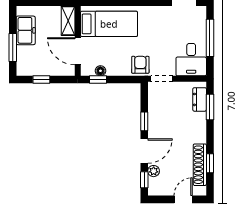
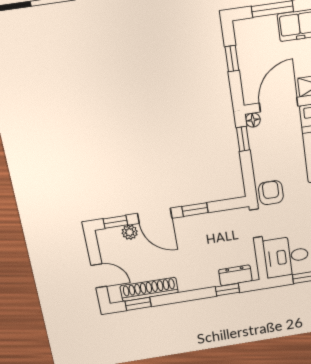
armchair: (140, 65) -> (271, 193), turned -90
floor lamp: (100, 71) -> (253, 120), moved
window: (210, 107) -> (227, 290), width x0.67
window: (210, 163) -> (138, 304), moved

